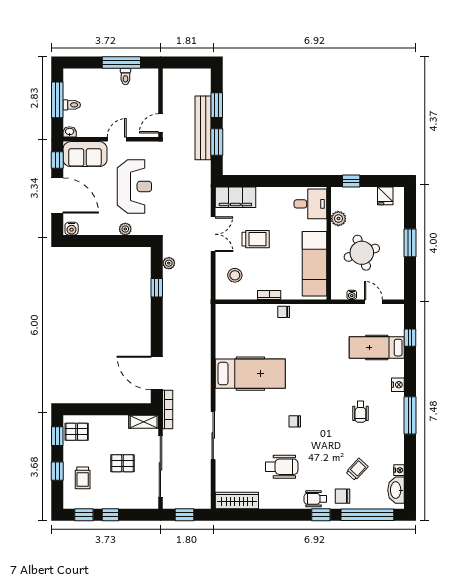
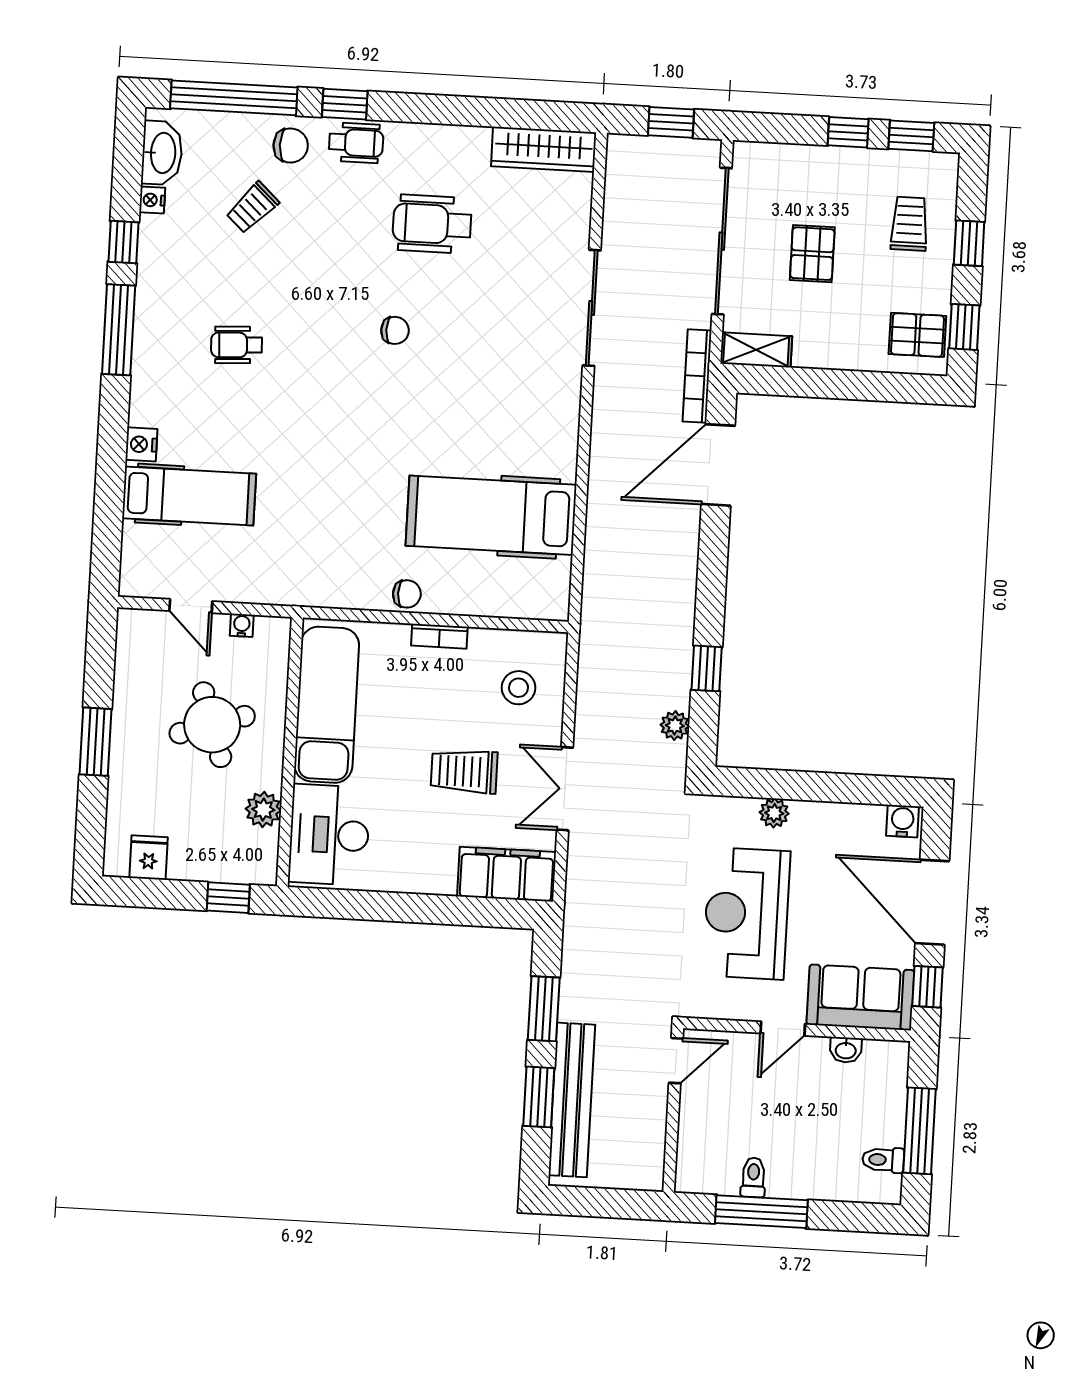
toilet: (72, 105) -> (883, 1160), moved
bench: (203, 128) -> (572, 1100), moved
washbasin: (70, 132) -> (846, 1050), moved
desk: (310, 204) -> (329, 835), width x1.37
window: (410, 338) -> (123, 242), moved
door: (157, 373) -> (718, 465), swing flipped
hospital bed: (250, 374) -> (491, 515), moved
nightstand: (398, 385) -> (141, 444), moved
wheelchair: (360, 412) -> (237, 345), turned -93
pallet: (122, 463) -> (812, 254), turned 90

